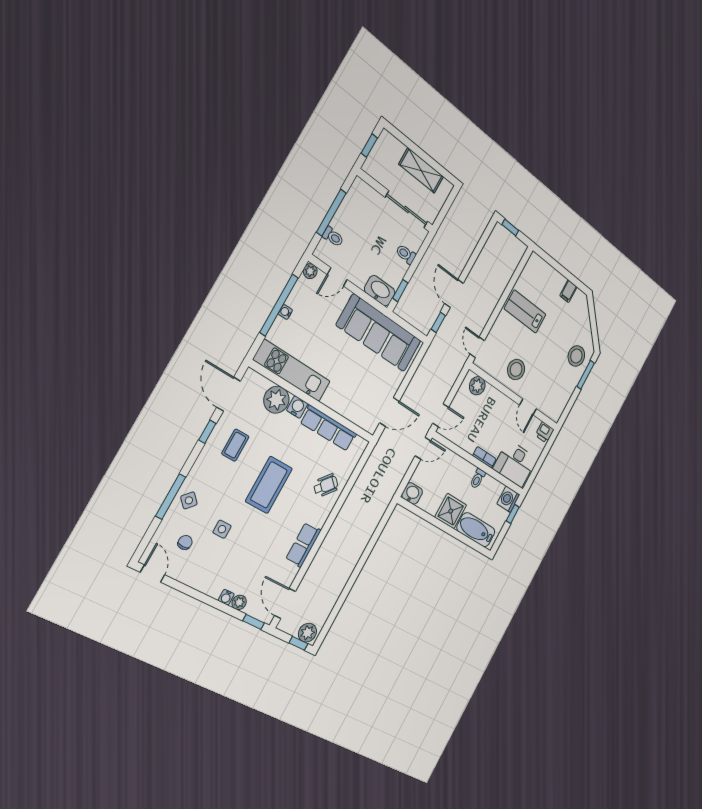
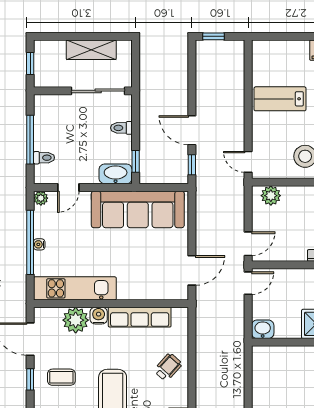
coffee table: (235, 445) -> (61, 377), turned 90

